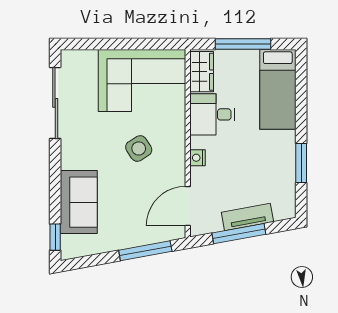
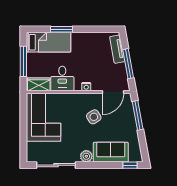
side table: (139, 148) -> (94, 117), moved
plant: (71, 158) -> (86, 156), added
window: (301, 163) -> (61, 29), moved
door: (188, 206) -> (113, 92), hinge flipped
tv unit: (247, 217) -> (117, 49), moved

